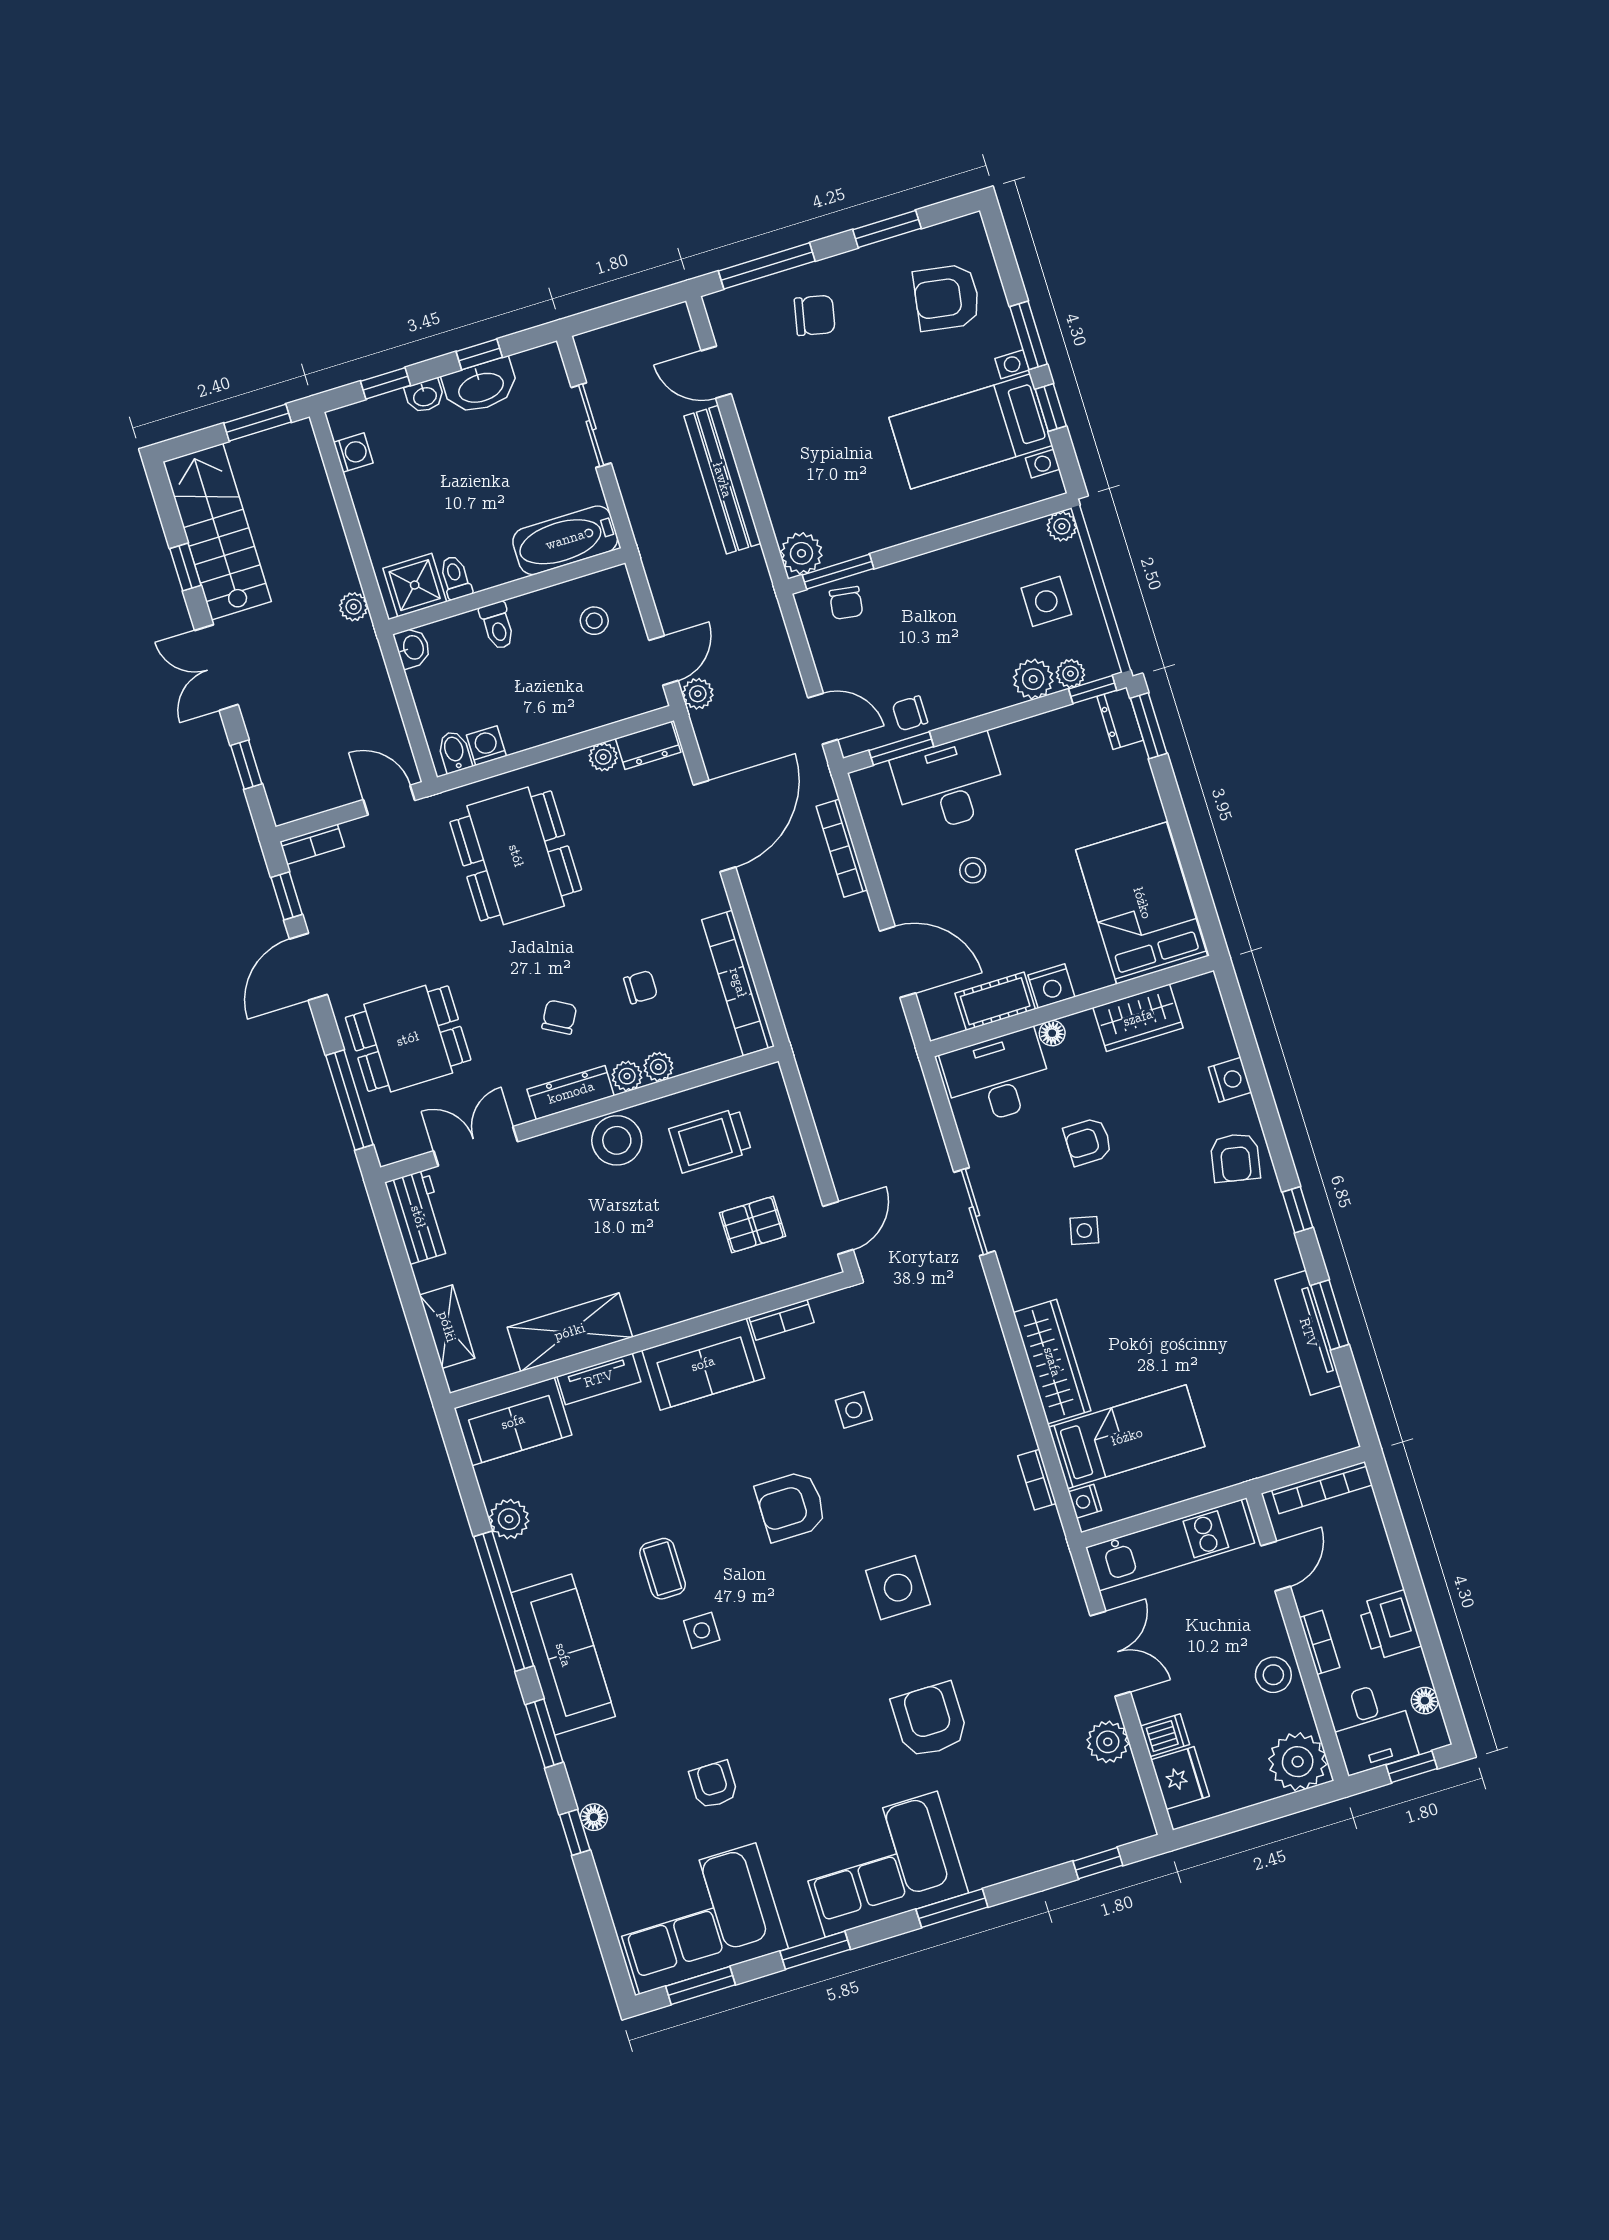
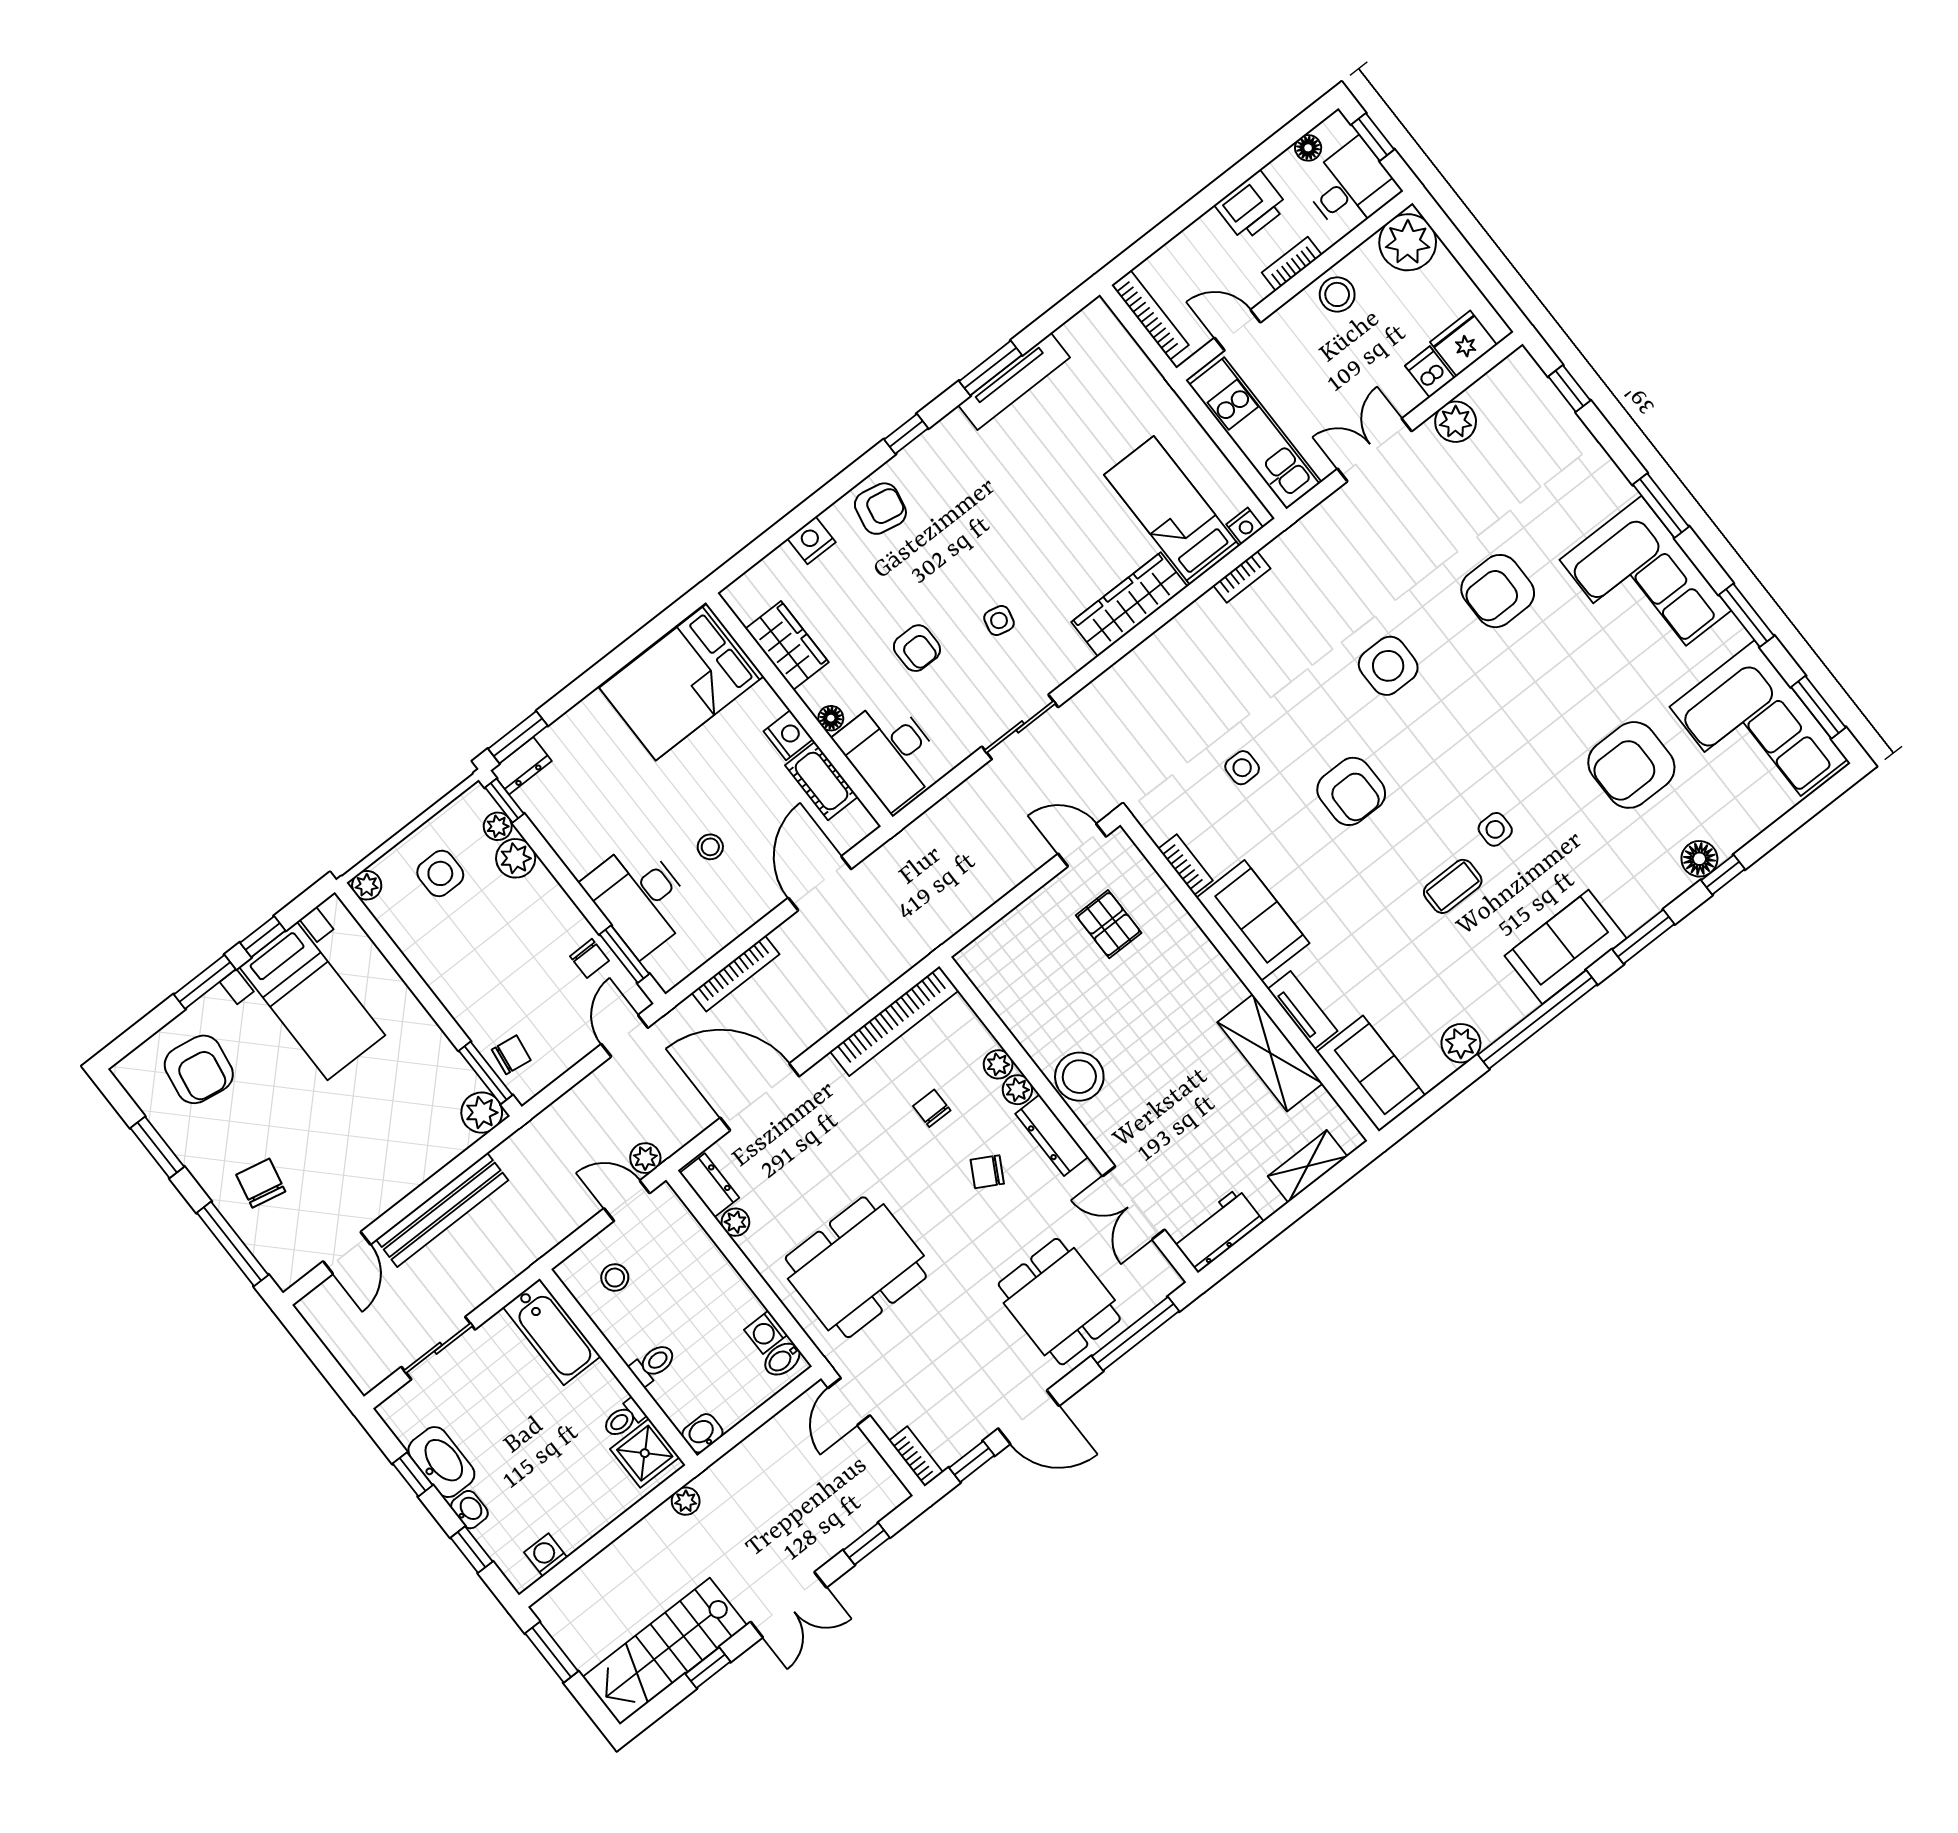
trolley: (710, 1140) -> (1047, 992), removed
sofa: (563, 1655) -> (1565, 947), width x0.73
armchair: (714, 1785) -> (1631, 765), width x1.88, depth x1.88
floor lamp: (594, 1817) -> (1699, 859), width x1.37, depth x1.37

